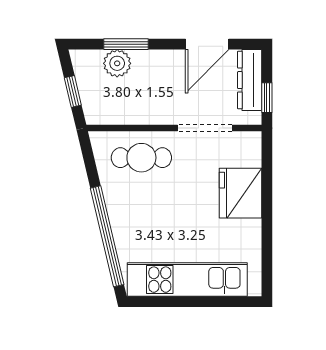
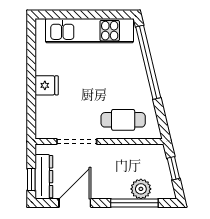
window: (126, 44) -> (134, 203), width x1.44
window: (267, 98) -> (31, 180), moved
fridge: (241, 193) -> (47, 85), width x0.53, depth x0.75

